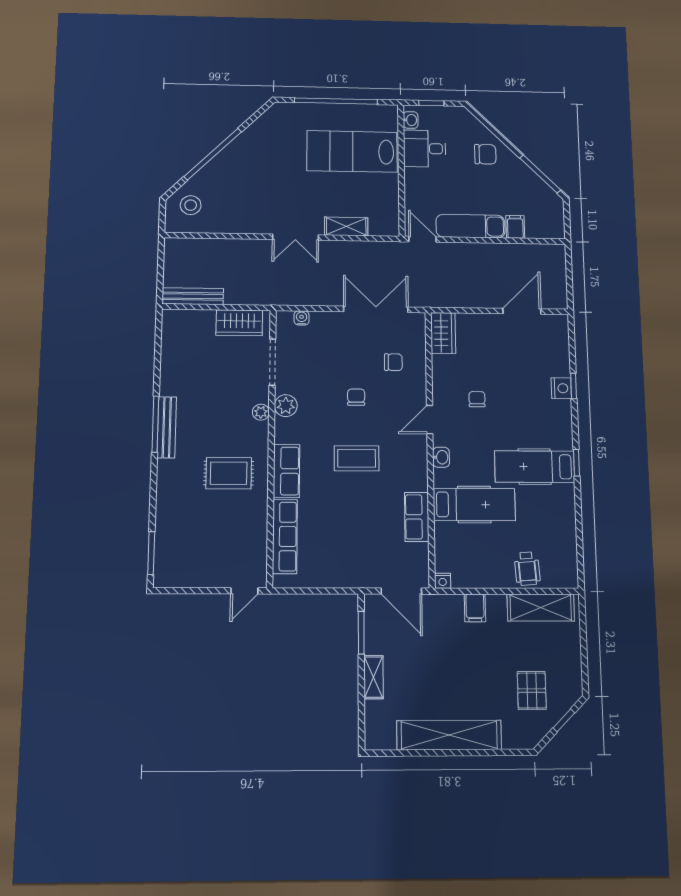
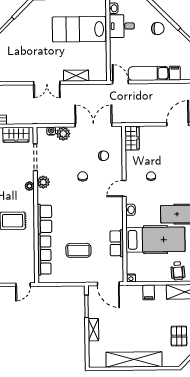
plant: (323, 323) -> (63, 134), added
coffee table: (357, 458) -> (78, 250), moved
hospital bed: (474, 505) -> (156, 240), width x1.37, depth x1.29

